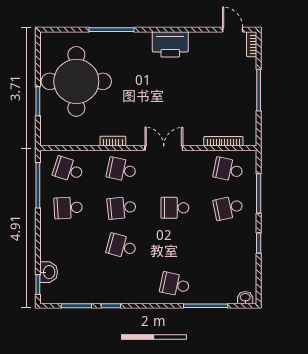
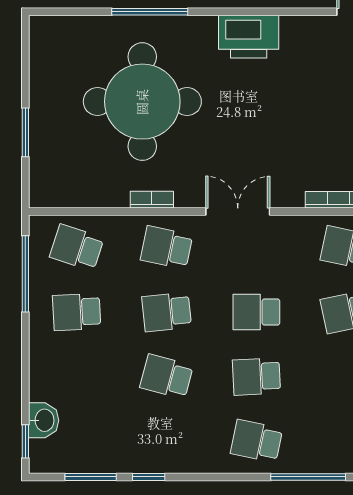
round table: (76, 81) -> (142, 102), moved
school desk: (175, 246) -> (256, 377), added

